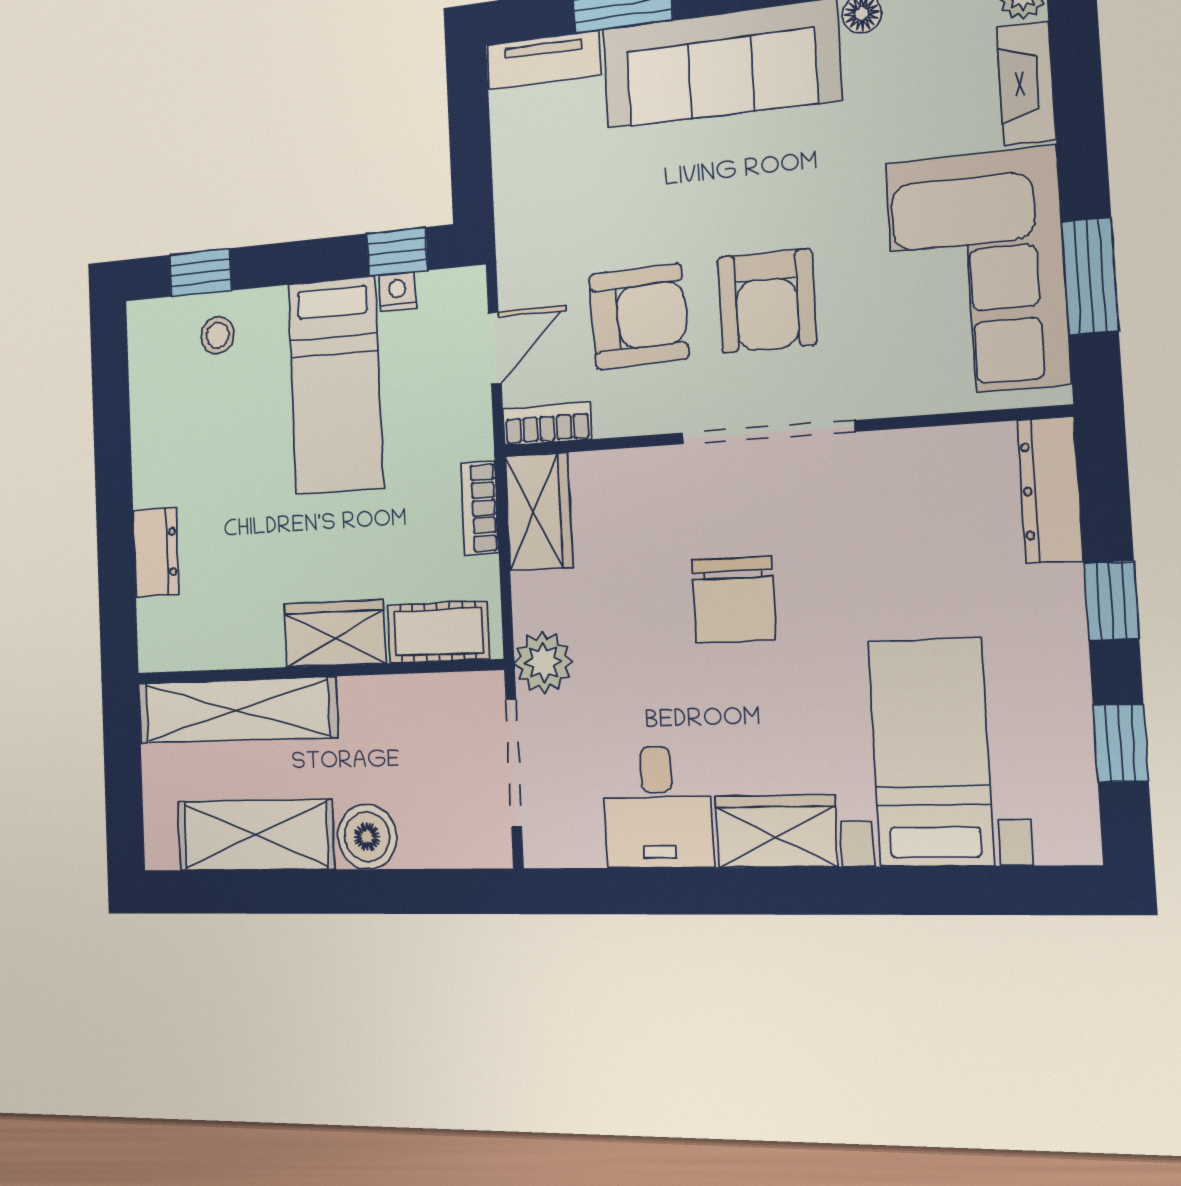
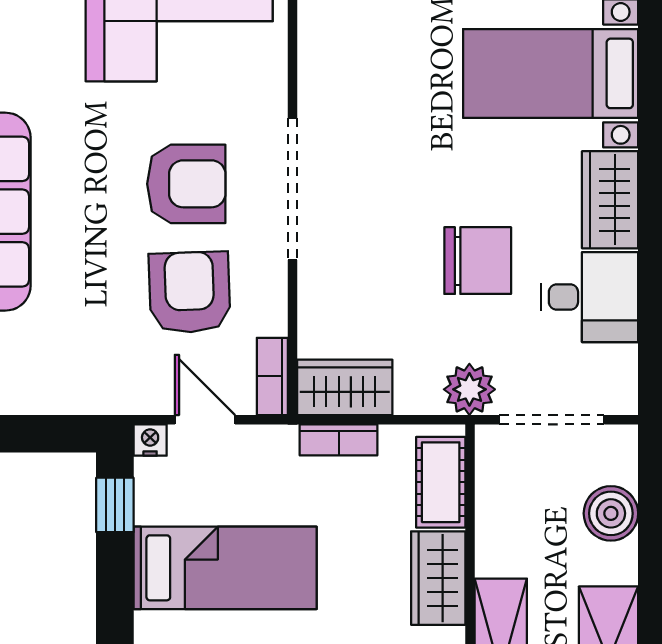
nightstand: (397, 292) -> (150, 440), moved, turned 90
chair: (734, 600) -> (478, 261), moved
boiler: (367, 837) -> (611, 513), moved

